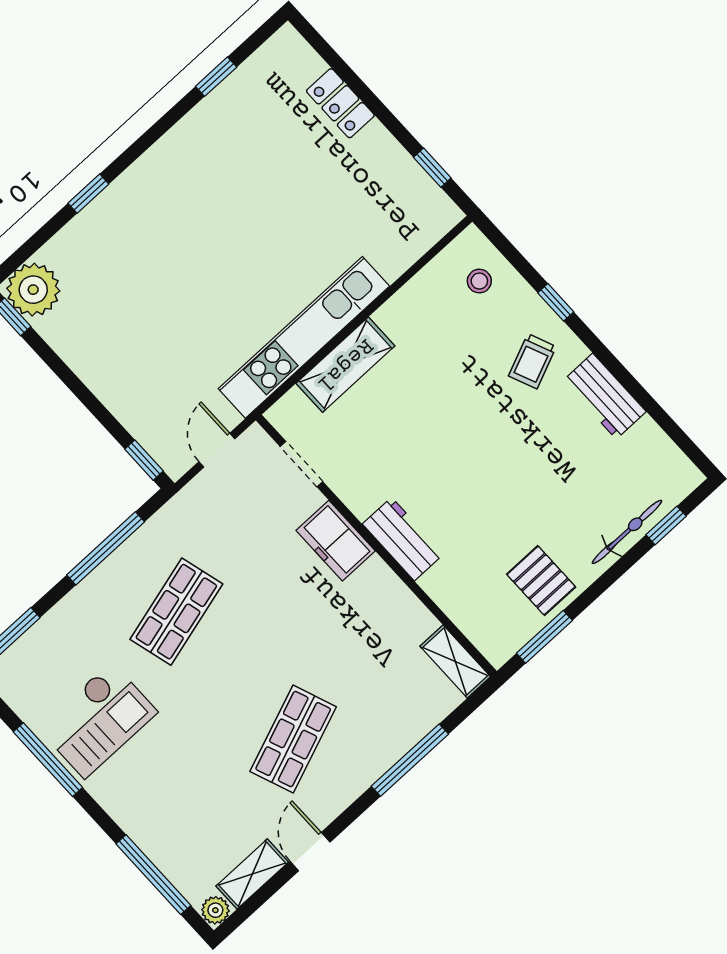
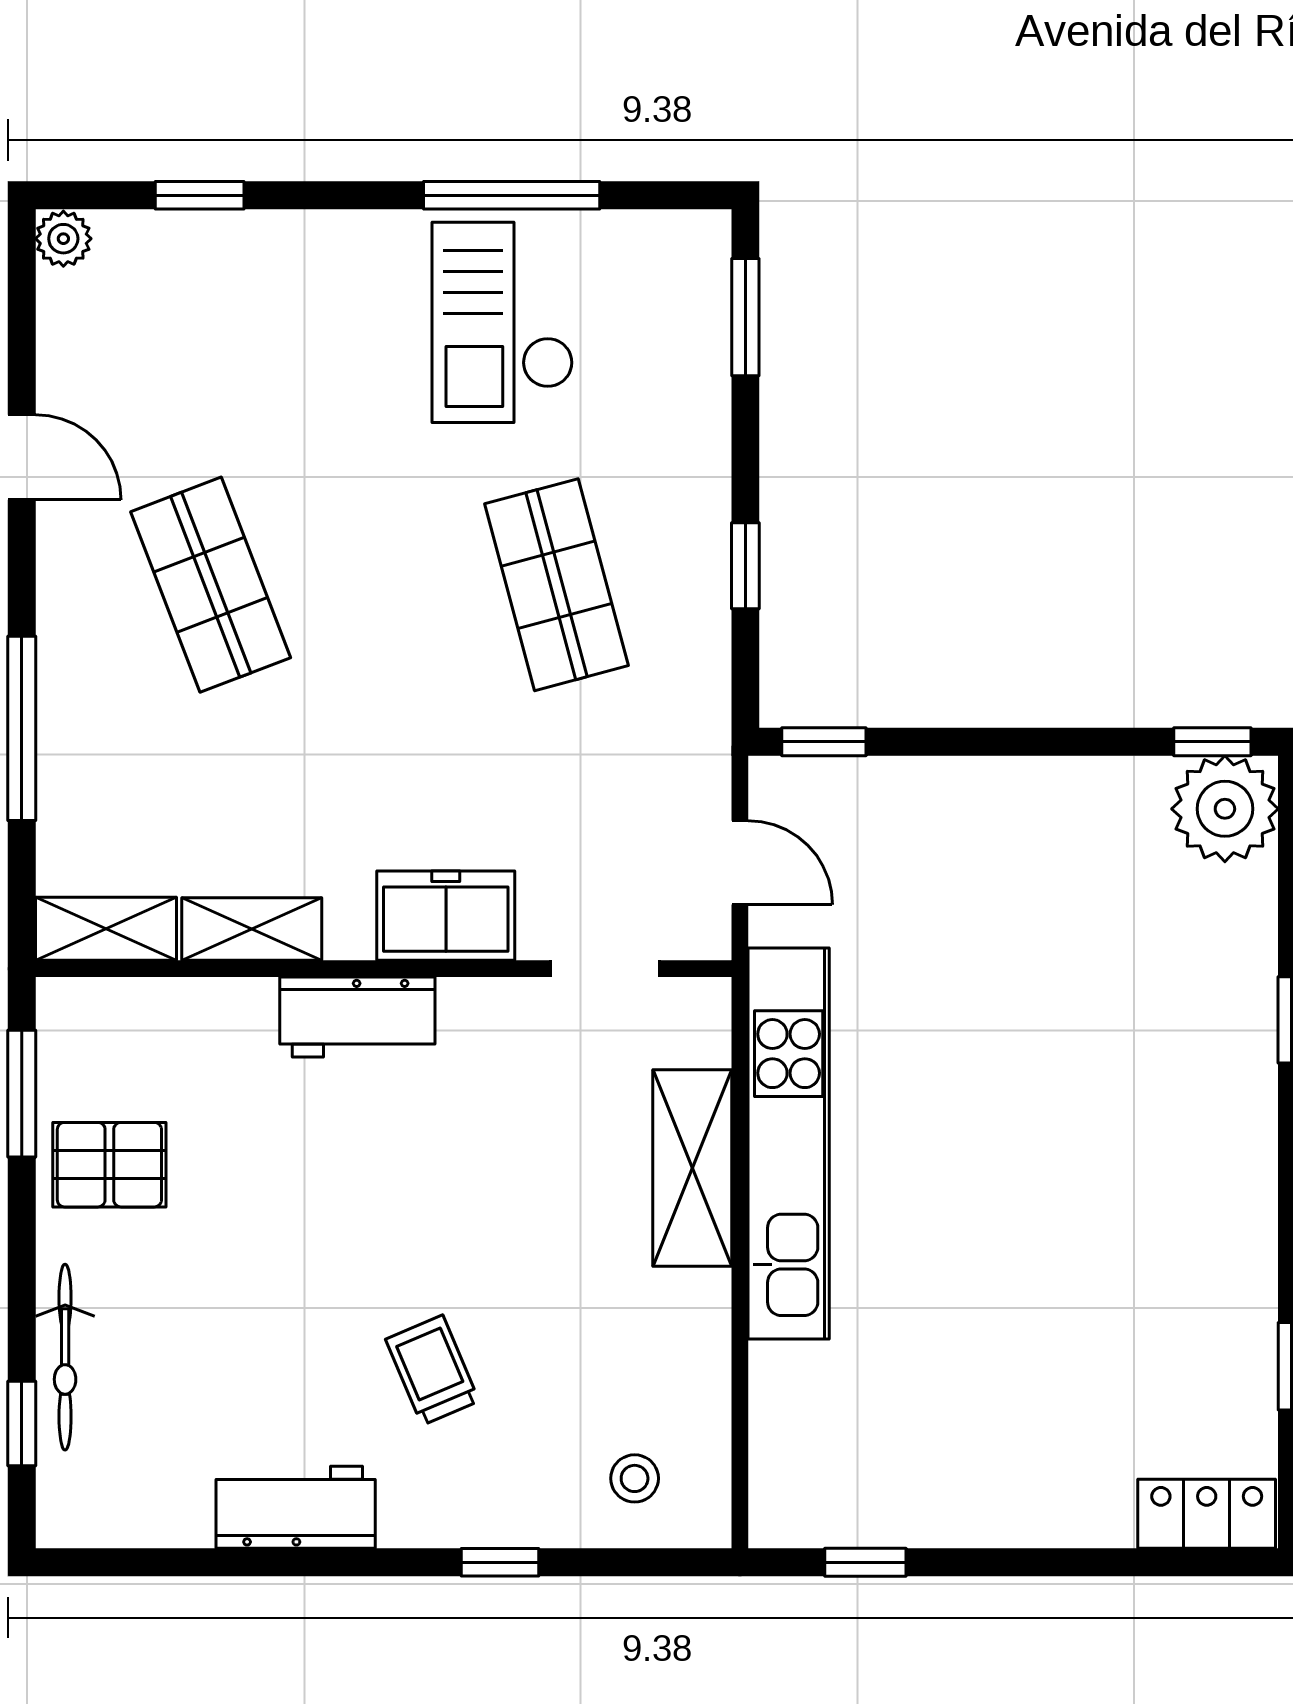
locker: (340, 103) -> (1207, 1514), moved
trolley: (532, 361) -> (432, 1370), moved
window: (106, 548) -> (745, 566), width x0.46
shelving: (252, 874) -> (252, 929), moved, turned 90
window: (153, 875) -> (200, 195), width x0.46

